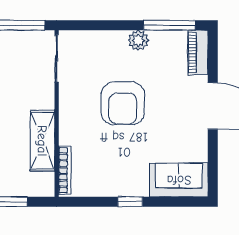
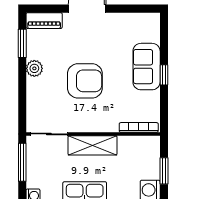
window: (169, 25) -> (22, 43), width x0.69
shelving: (42, 141) -> (92, 145), moved
sofa: (179, 180) -> (147, 67), moved

